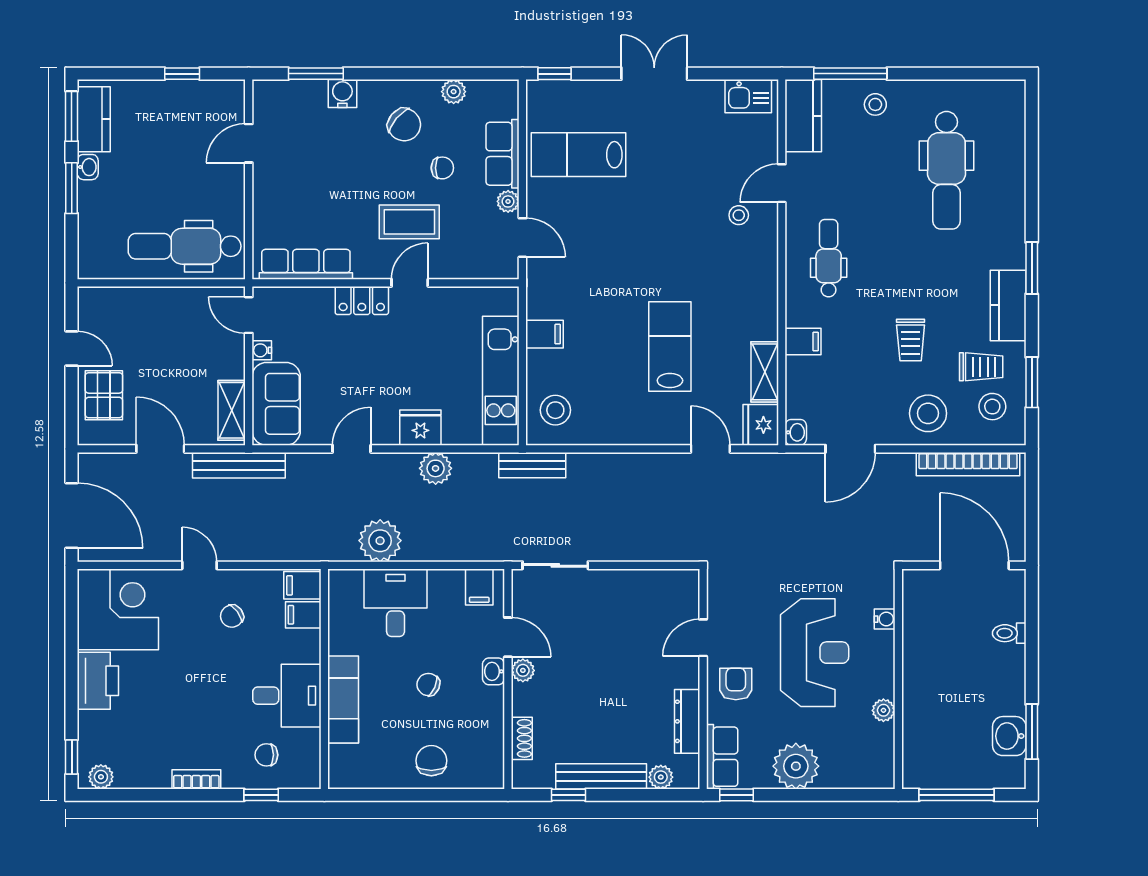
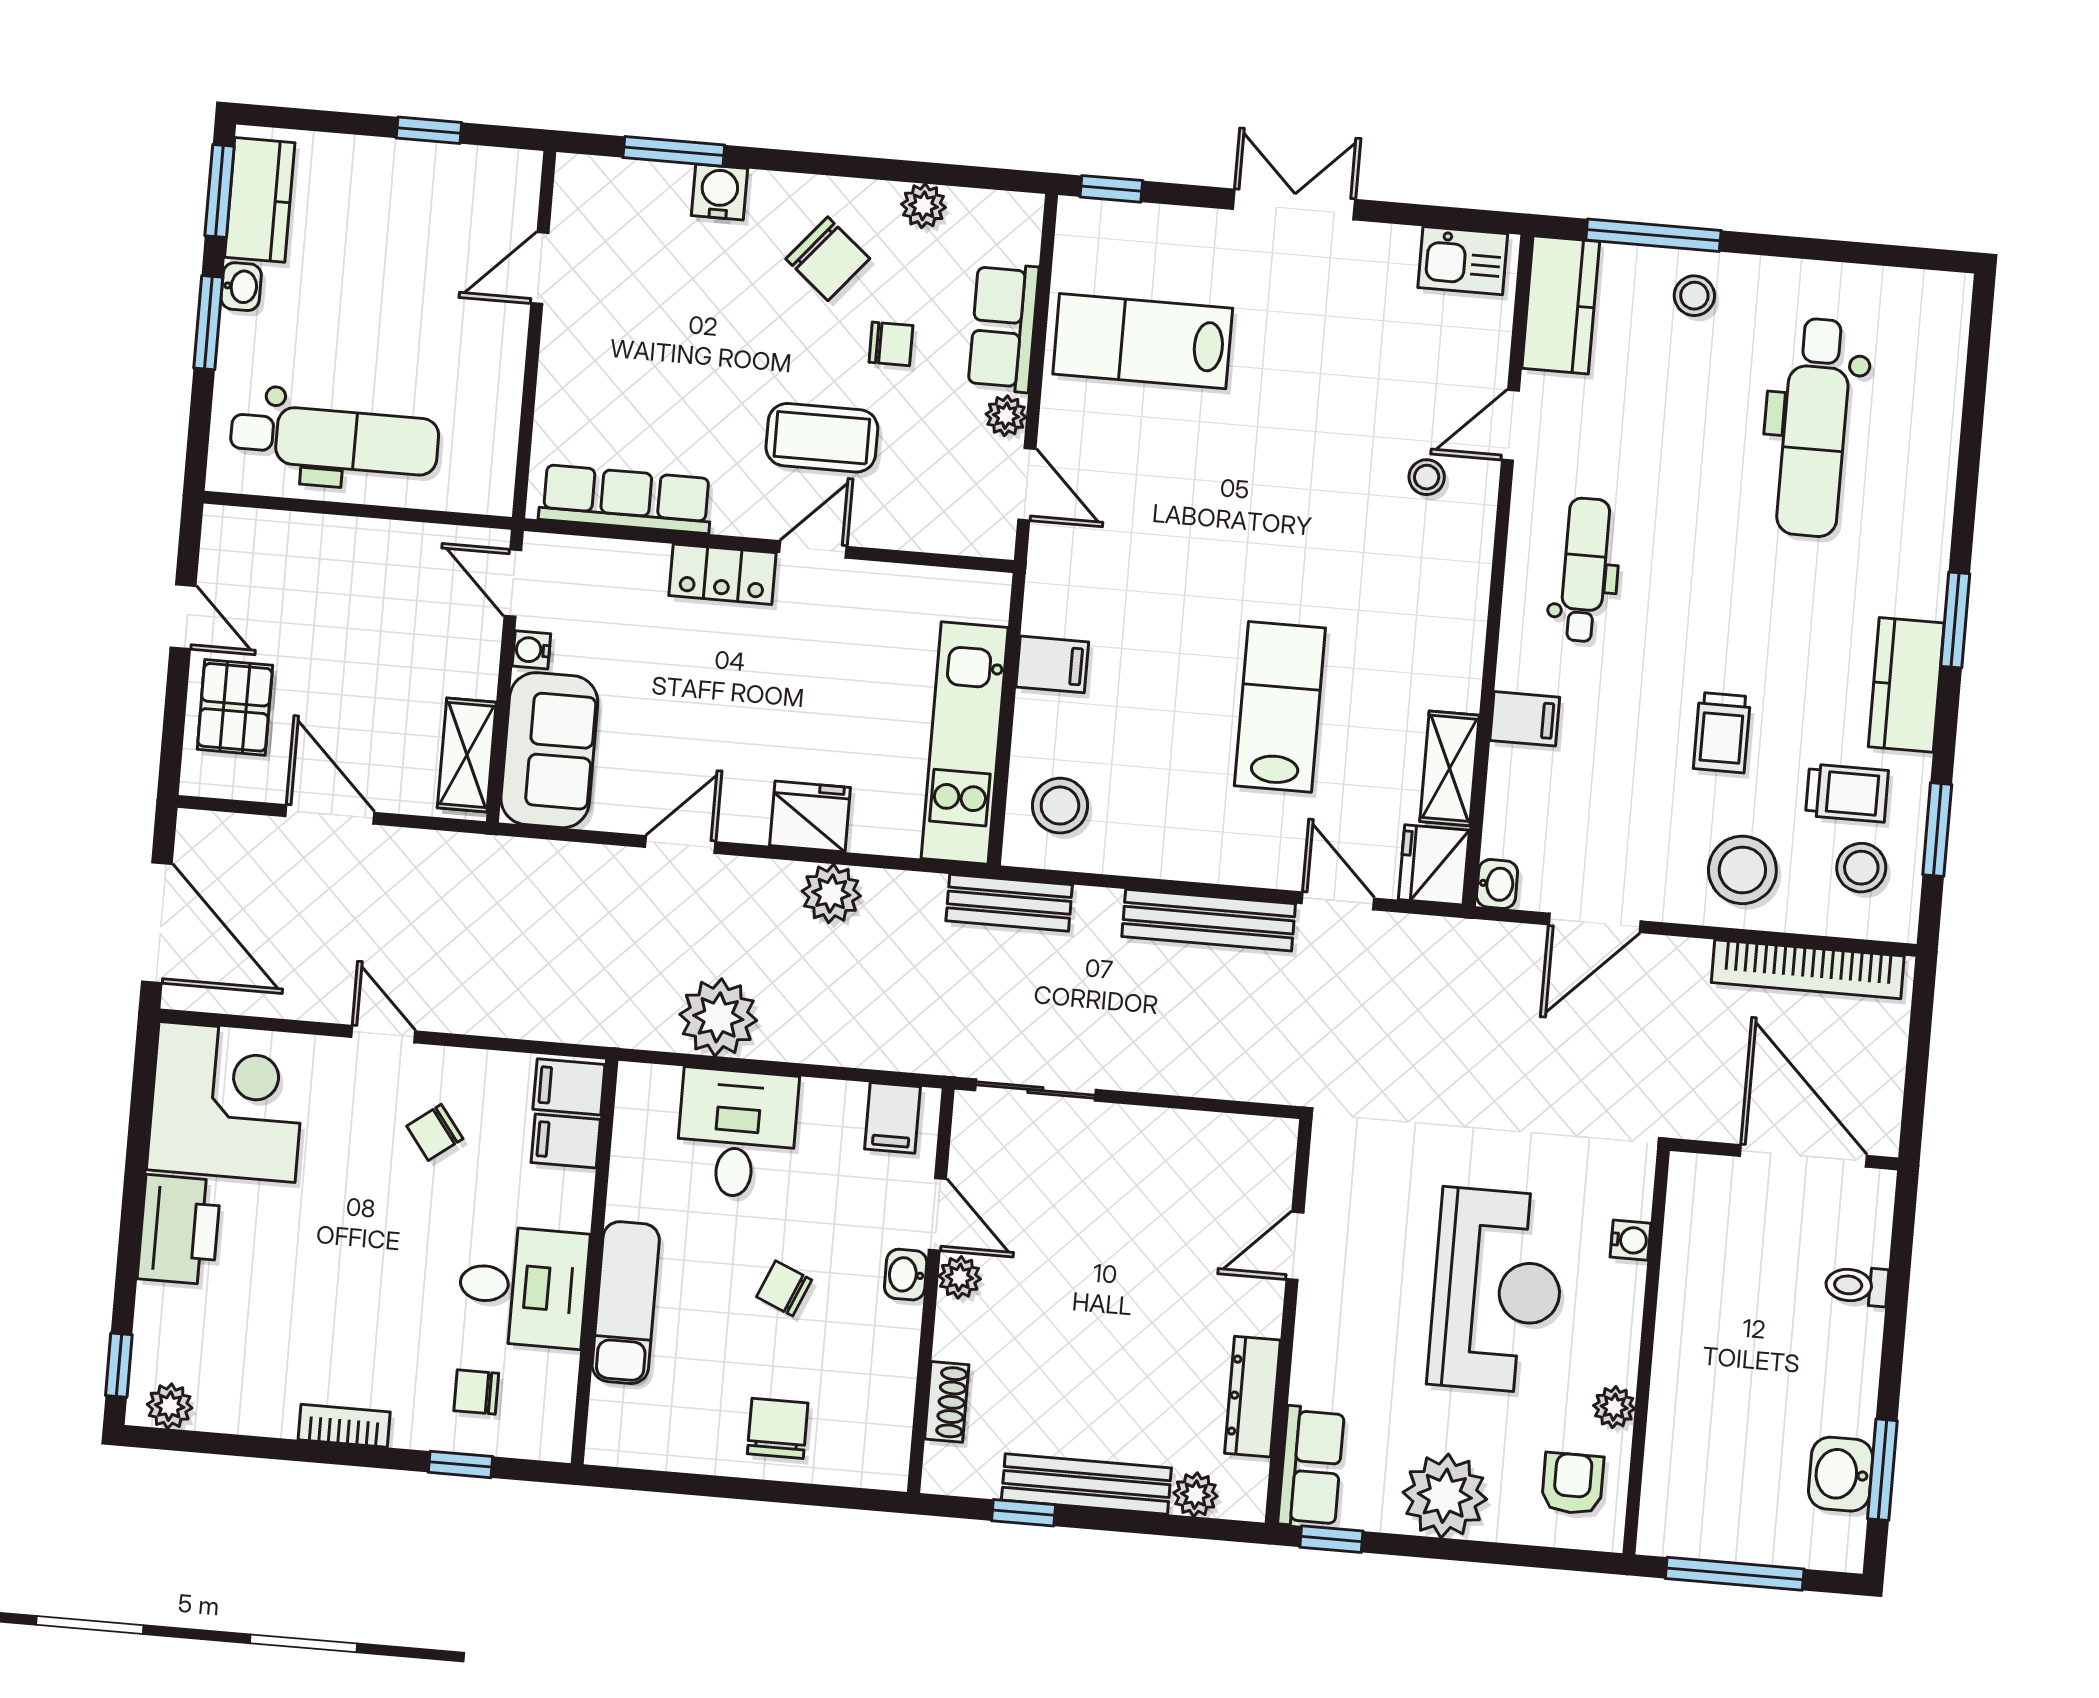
dental chair: (185, 246) -> (334, 439), moved, turned 180
bench: (239, 465) -> (1209, 920), moved
armchair: (736, 684) -> (1573, 1484), moved

